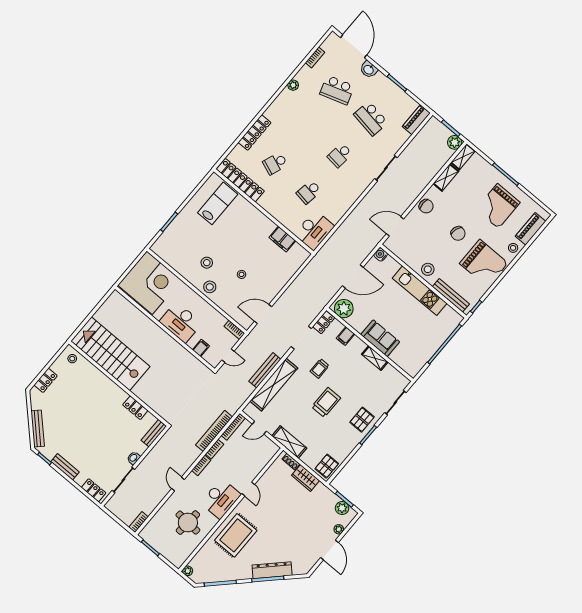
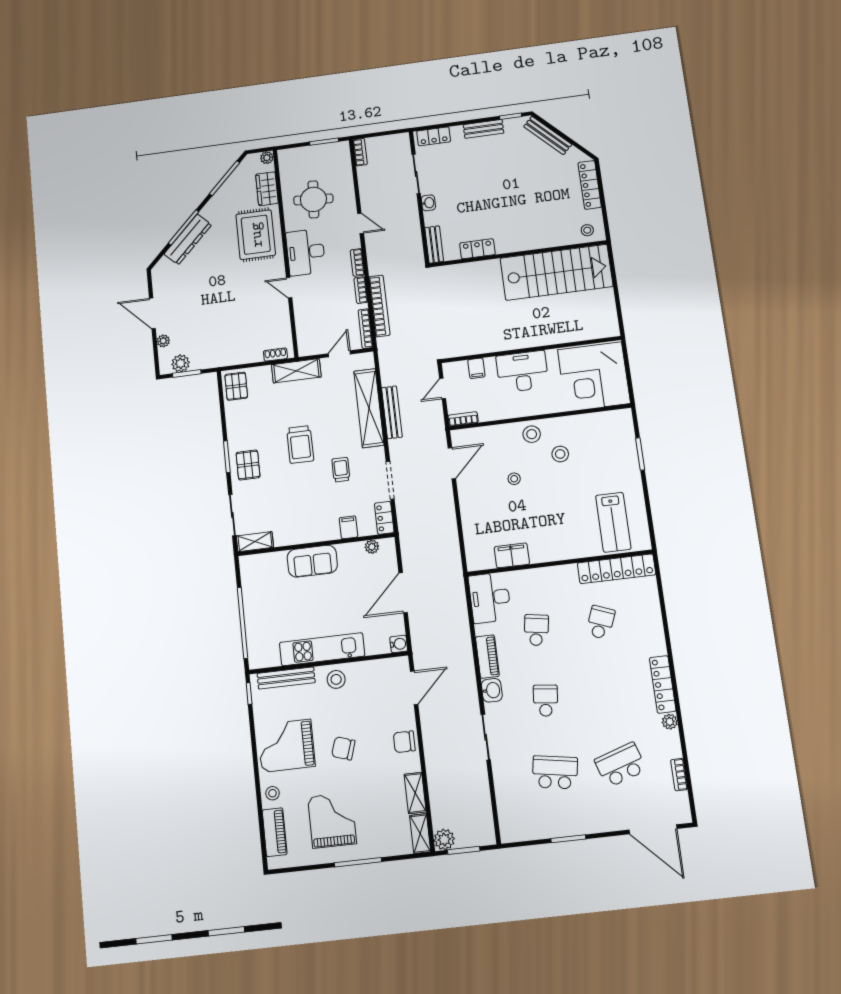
washbasin: (369, 70) -> (492, 690), moved, turned 90
piano: (416, 120) -> (487, 657), moved
locker: (255, 132) -> (663, 684), moved
plant: (344, 309) -> (372, 547), width x0.53, depth x0.53
shelving: (375, 358) -> (255, 542), moved
locker: (46, 380) -> (590, 185), width x1.53
wardrobe: (305, 478) -> (267, 189), moved, turned -90

